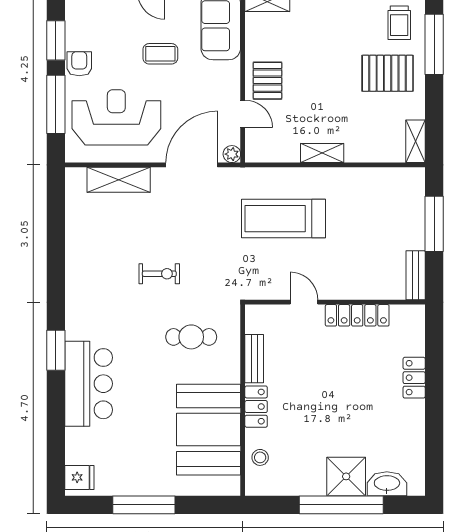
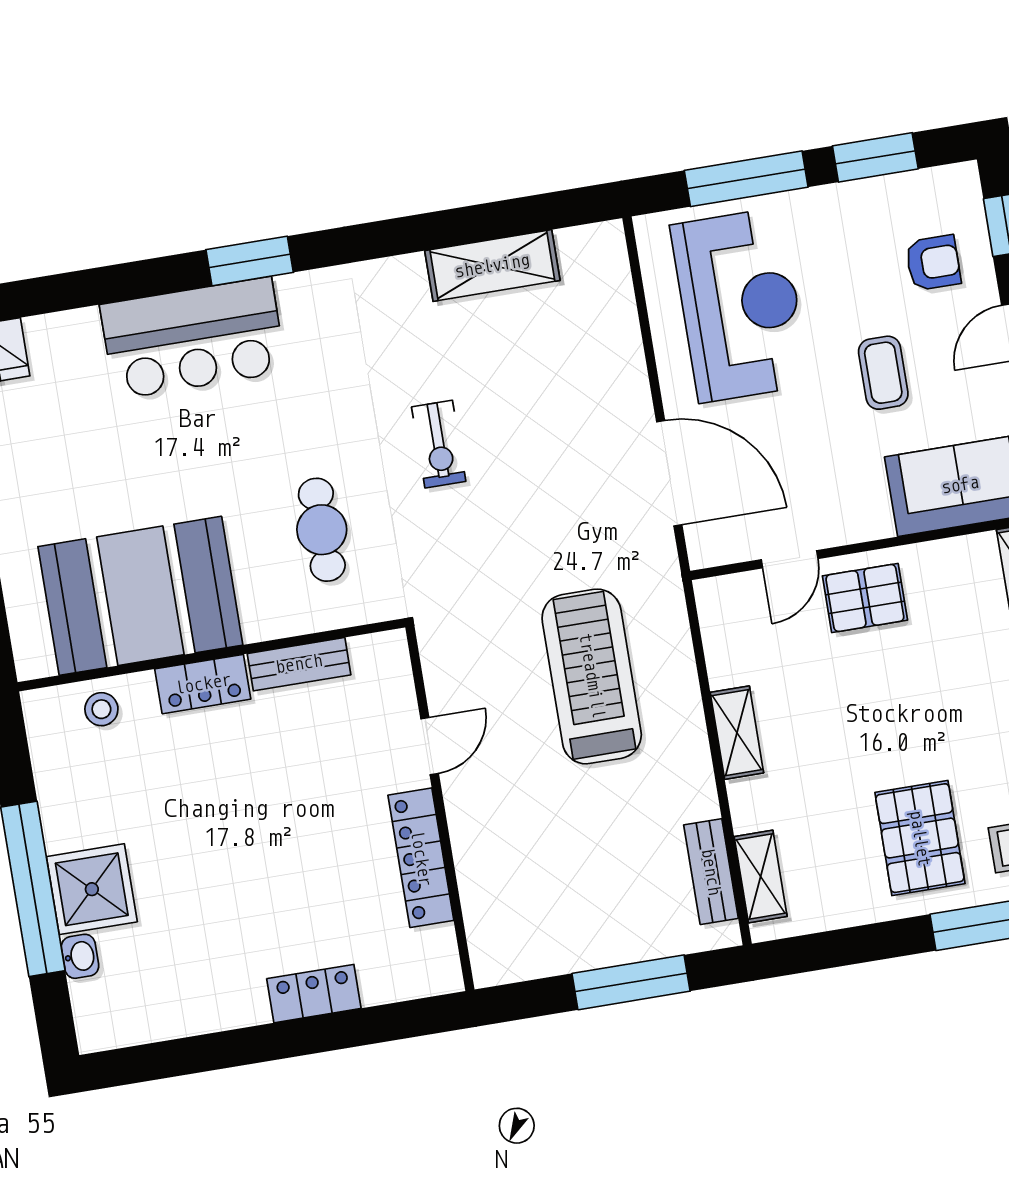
armchair: (79, 64) -> (933, 263), moved
shelving: (415, 141) -> (761, 876), moved, turned 90
plant: (232, 154) -> (705, 551), removed
shelving: (119, 180) -> (492, 266), moved, turned 90
bench: (416, 275) -> (711, 872), moved, turned 90
washbasin: (387, 484) -> (80, 956), width x0.52, depth x0.69

